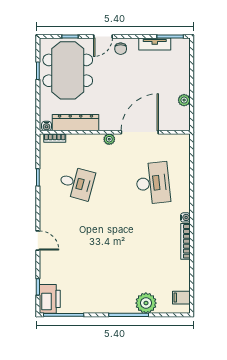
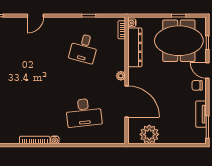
plant: (184, 100) -> (149, 134), width x1.88, depth x1.88

